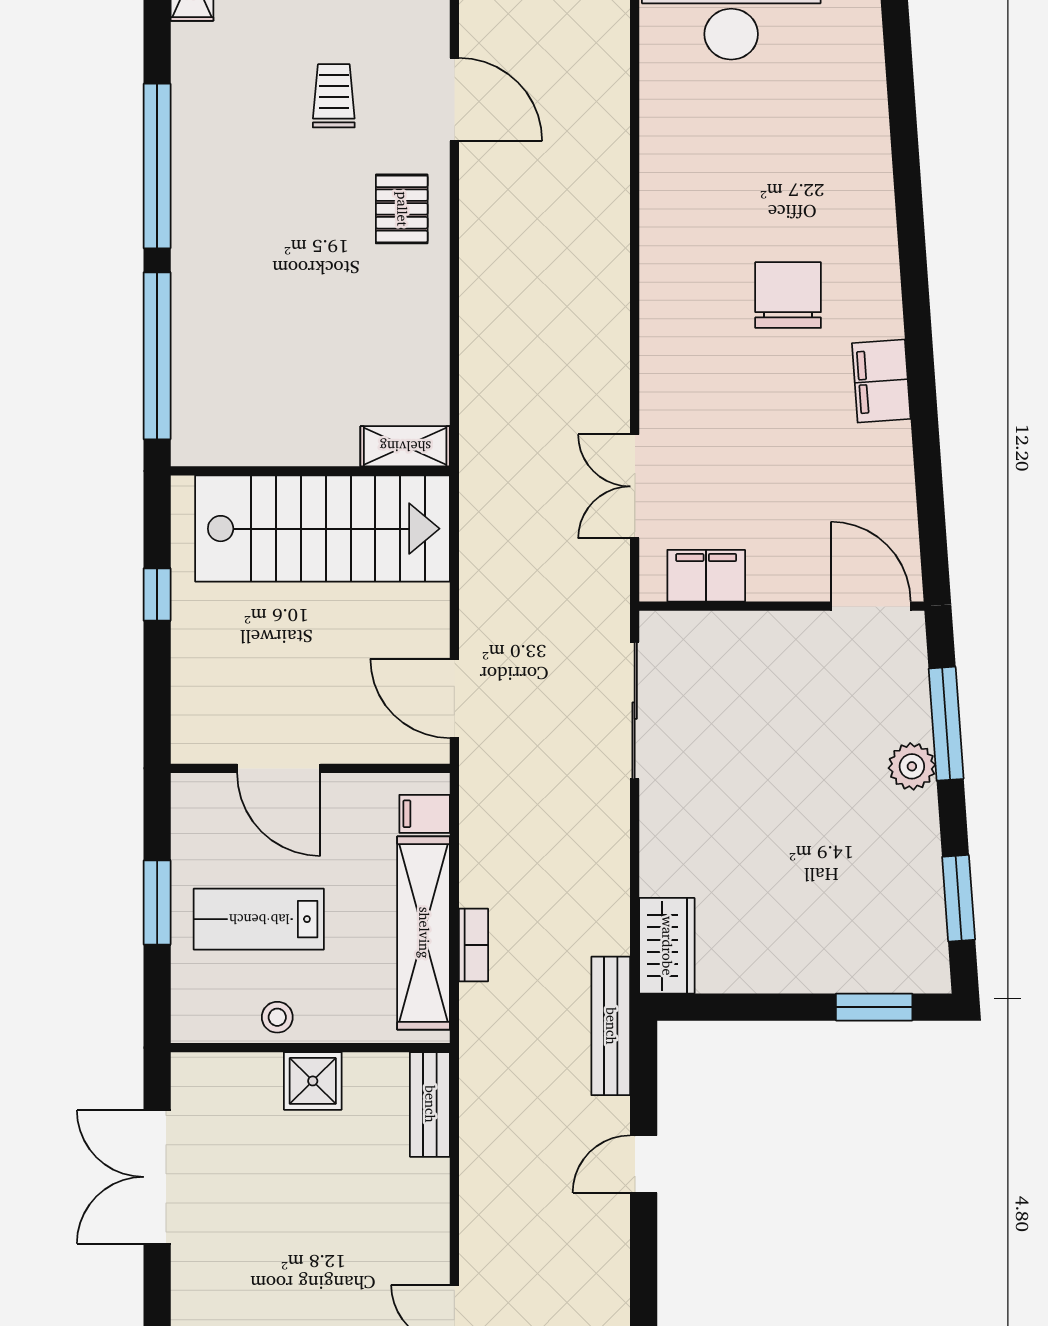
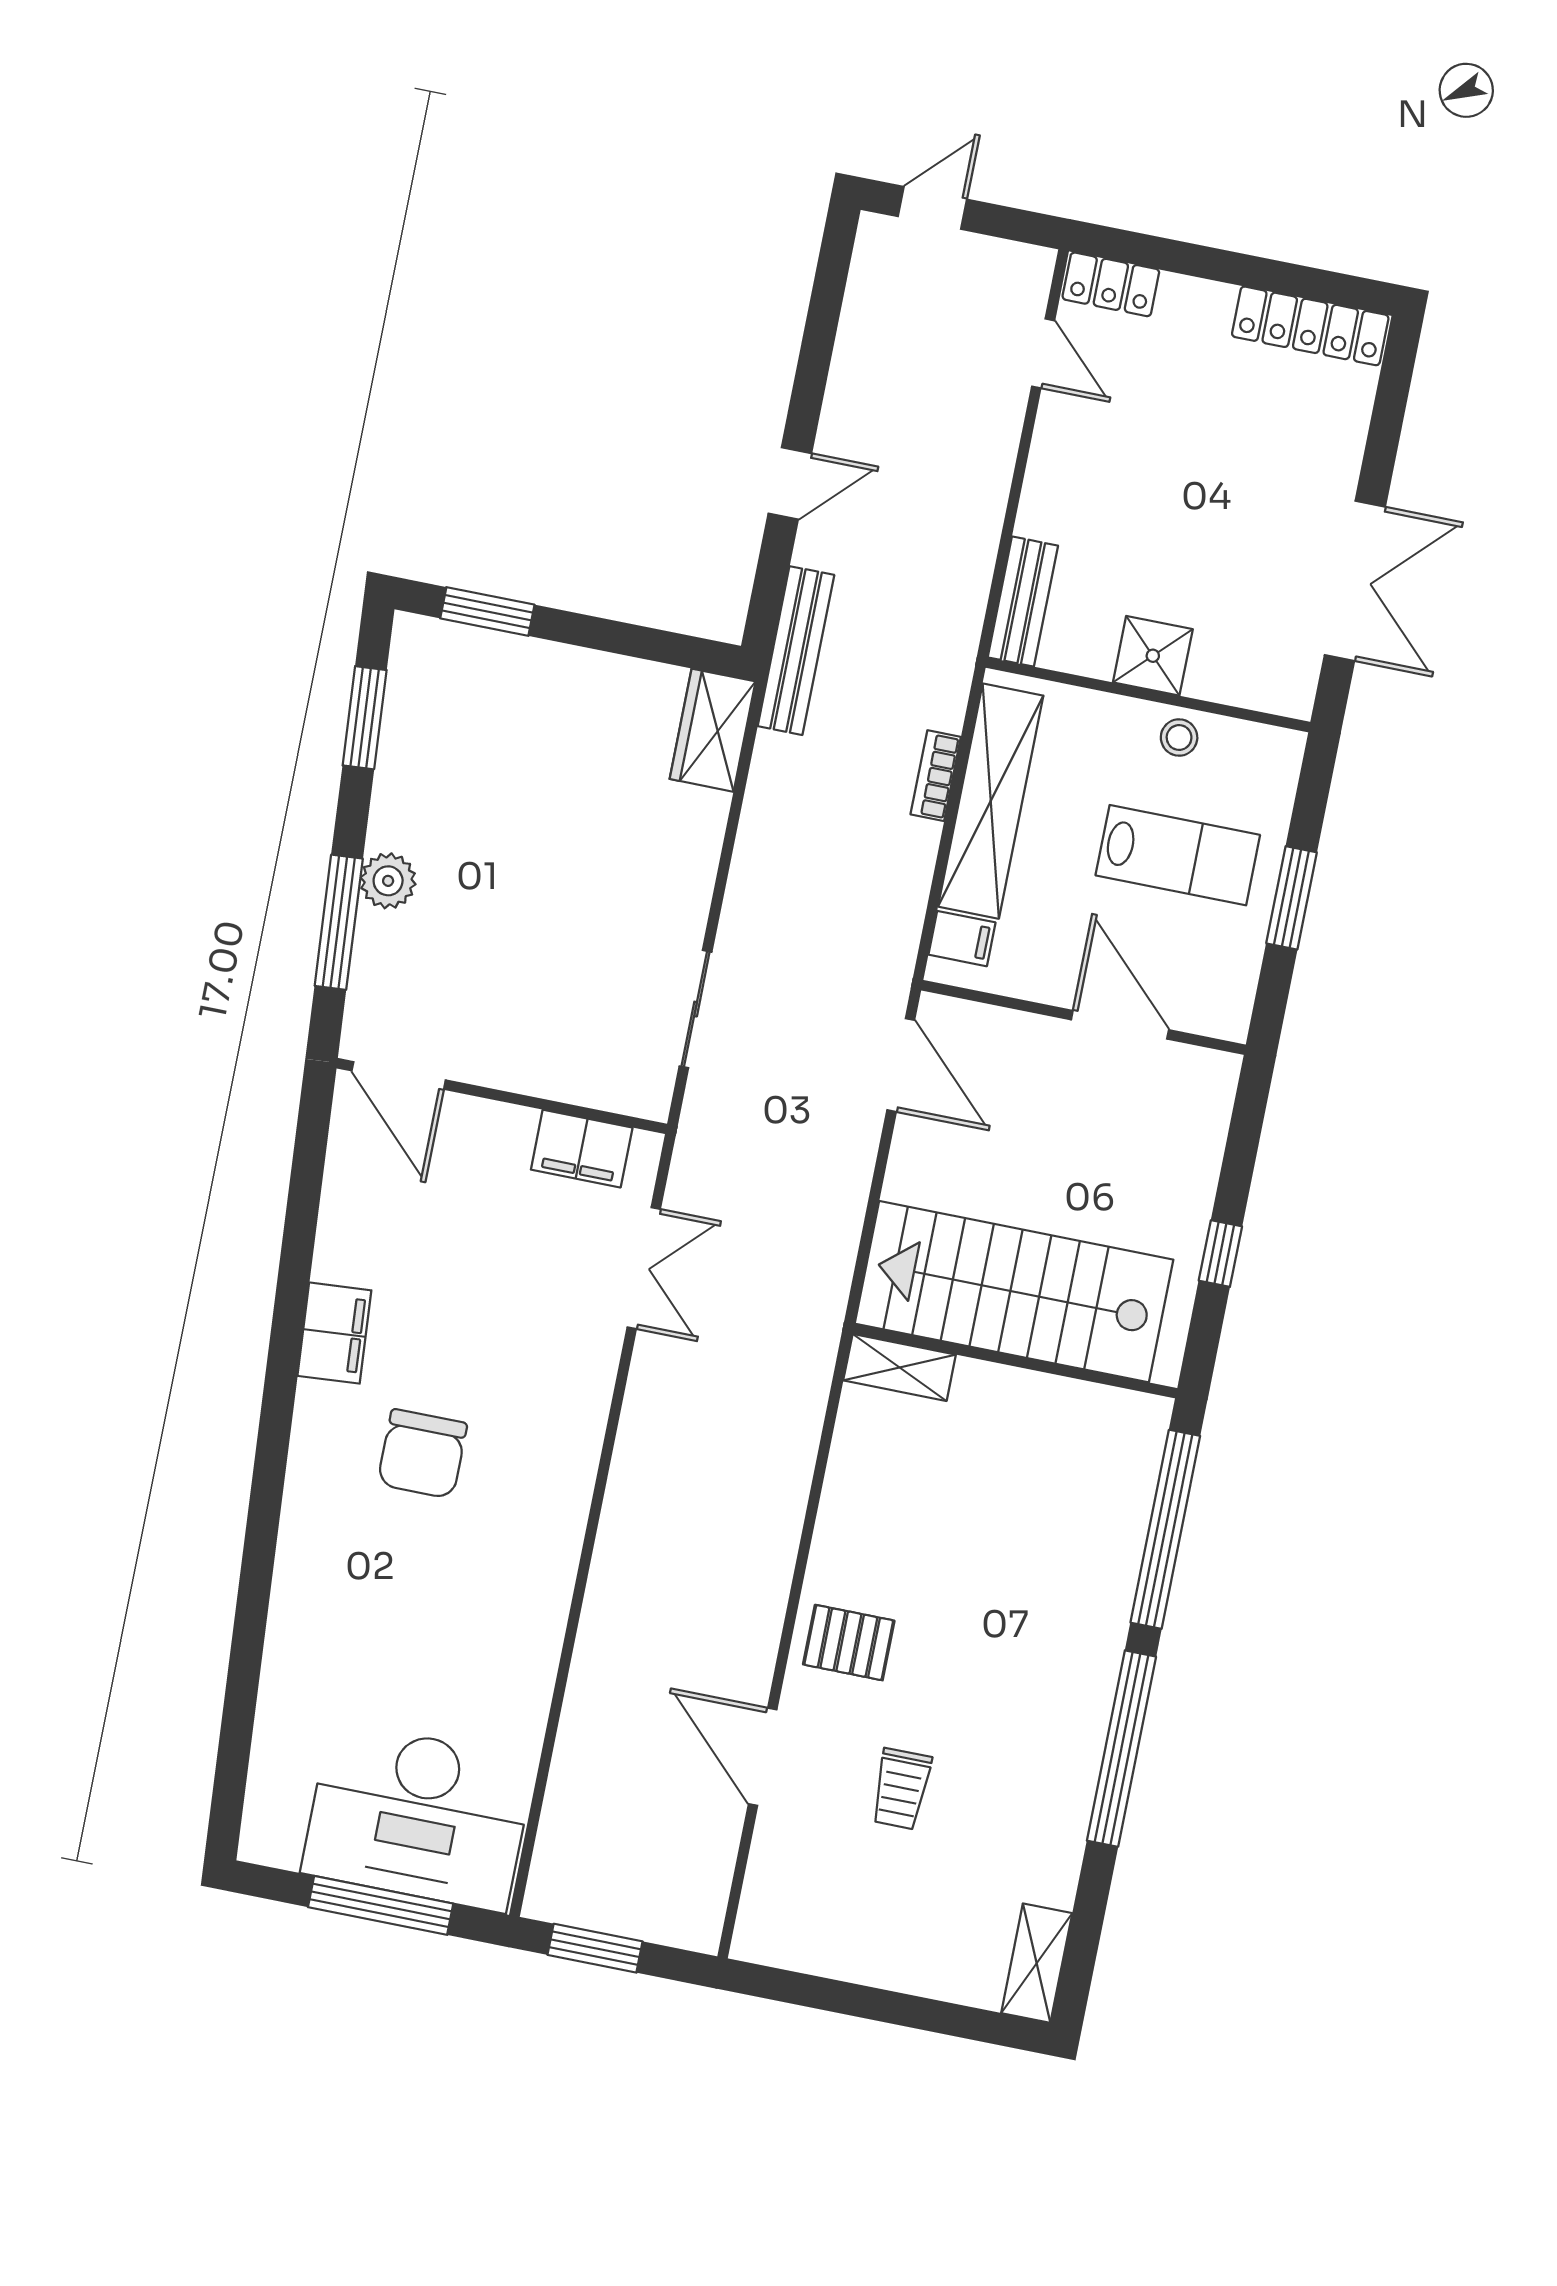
pallet: (402, 209) -> (849, 1643), turned 90
sliding door: (635, 711) -> (696, 1009), width x0.73

